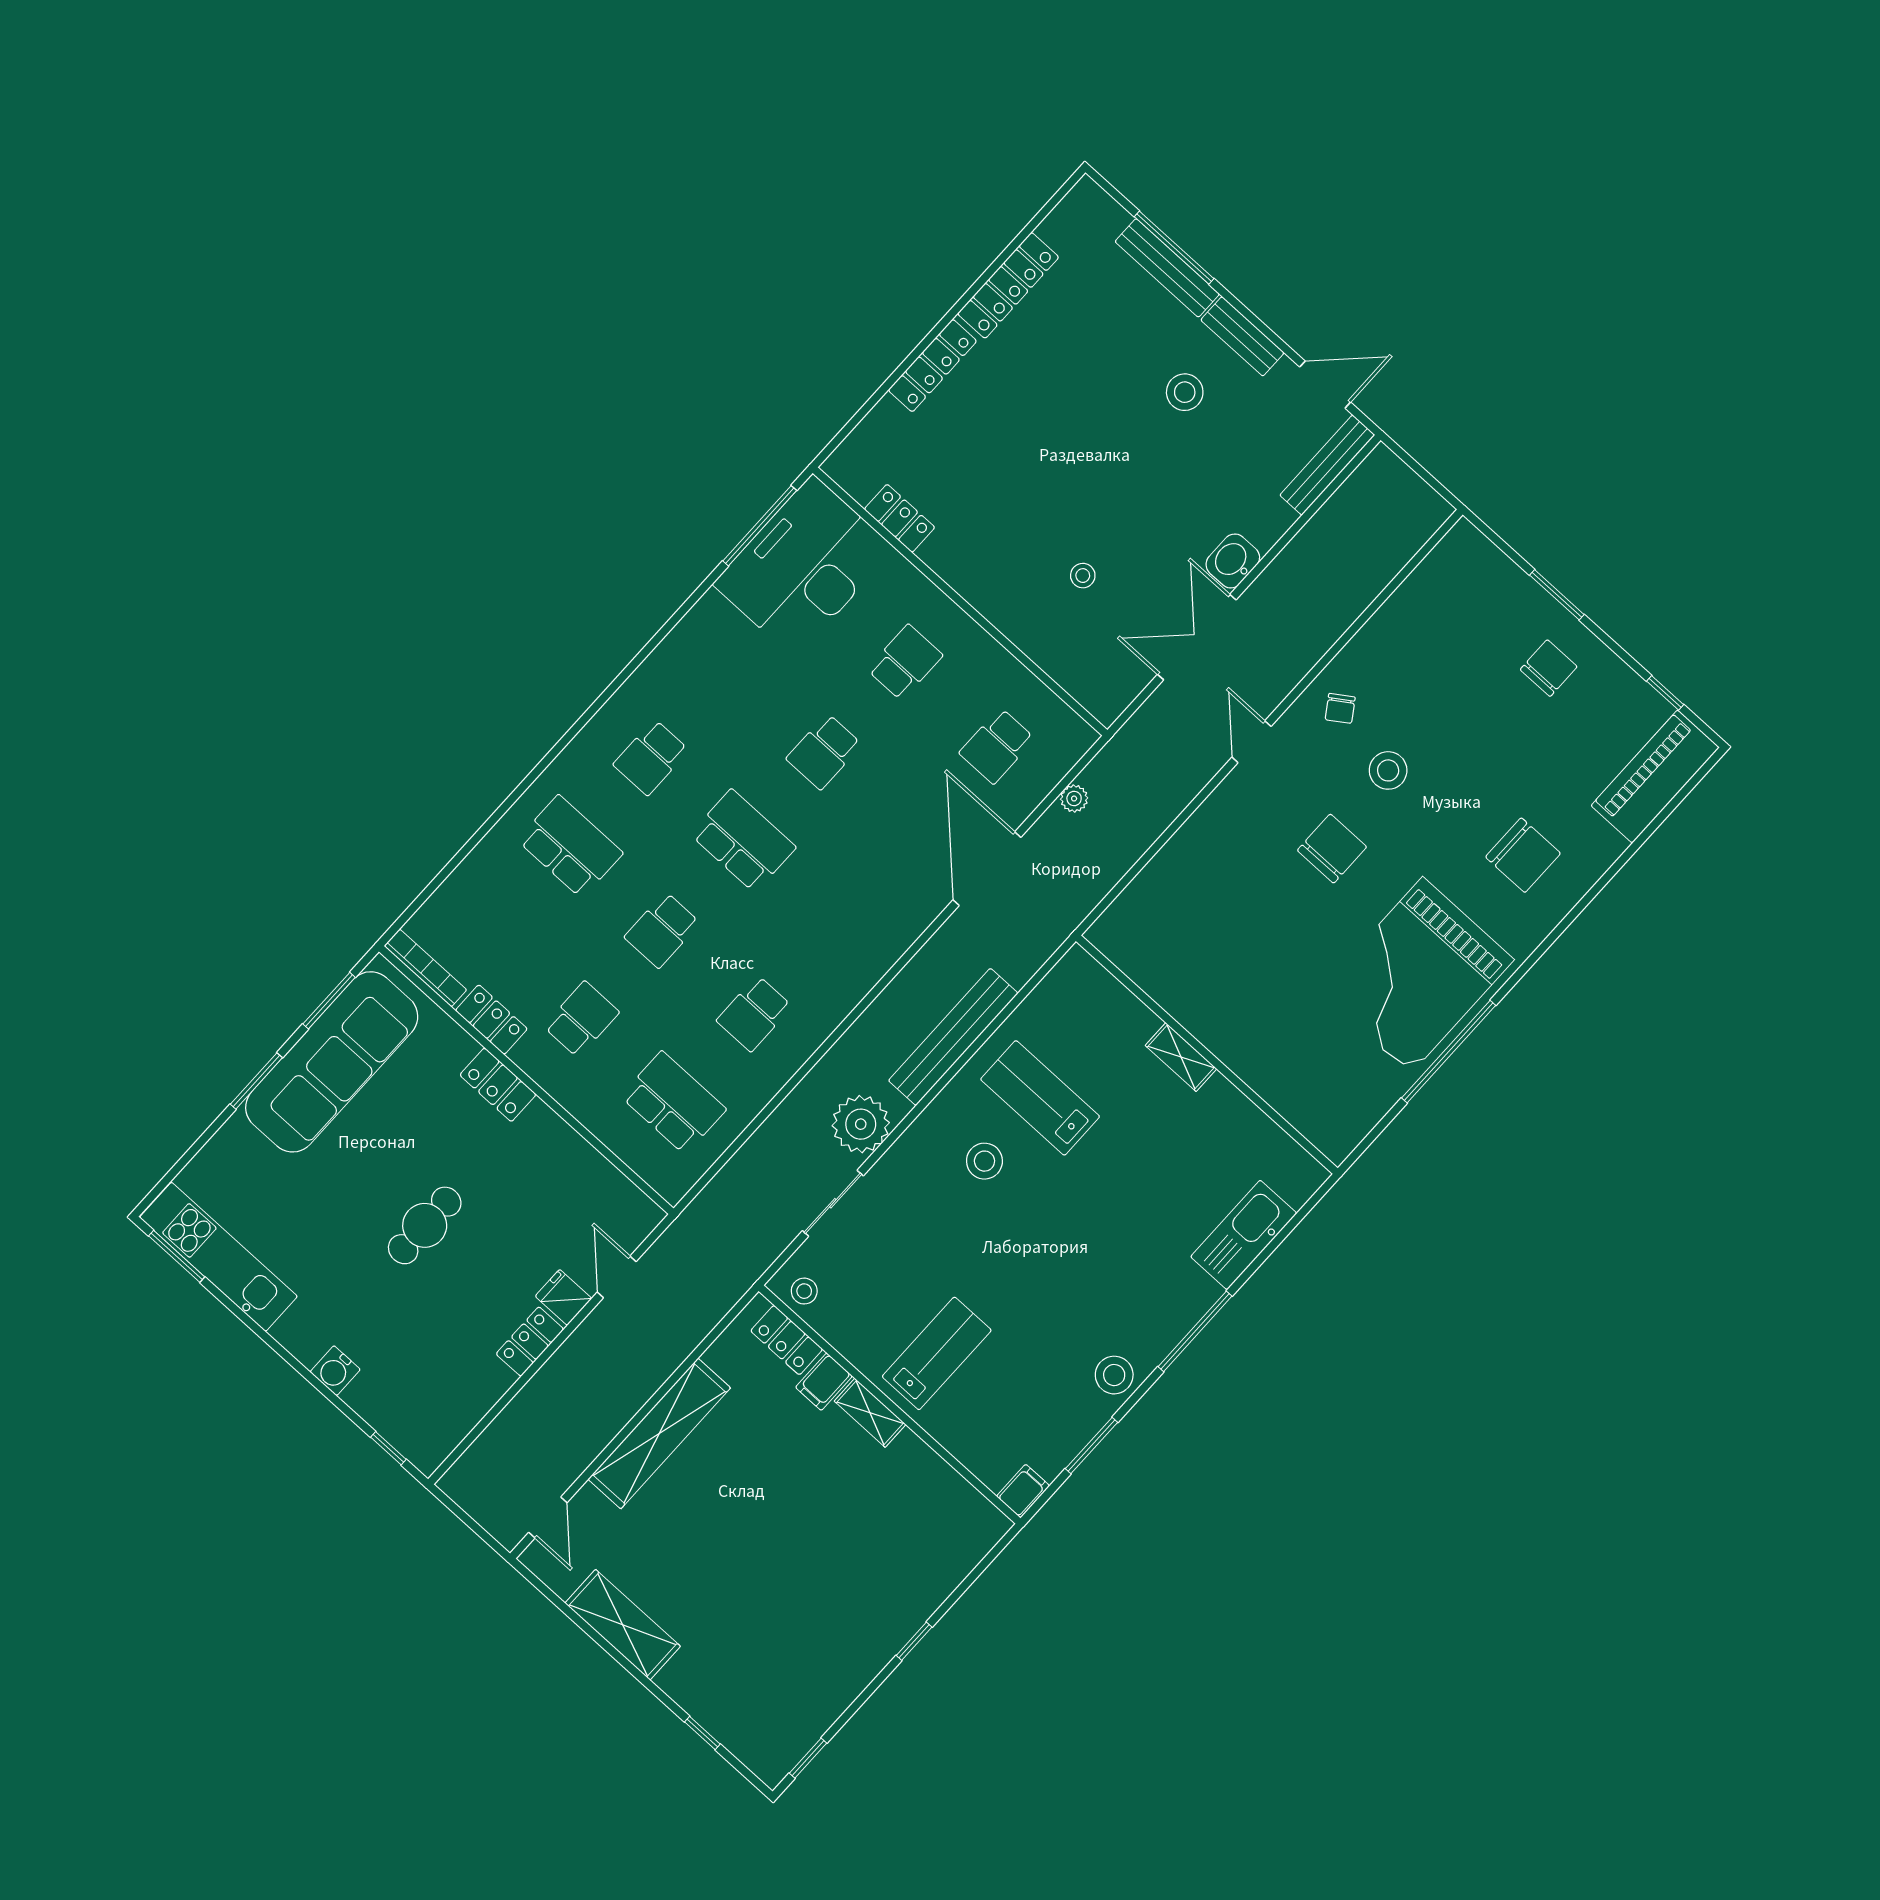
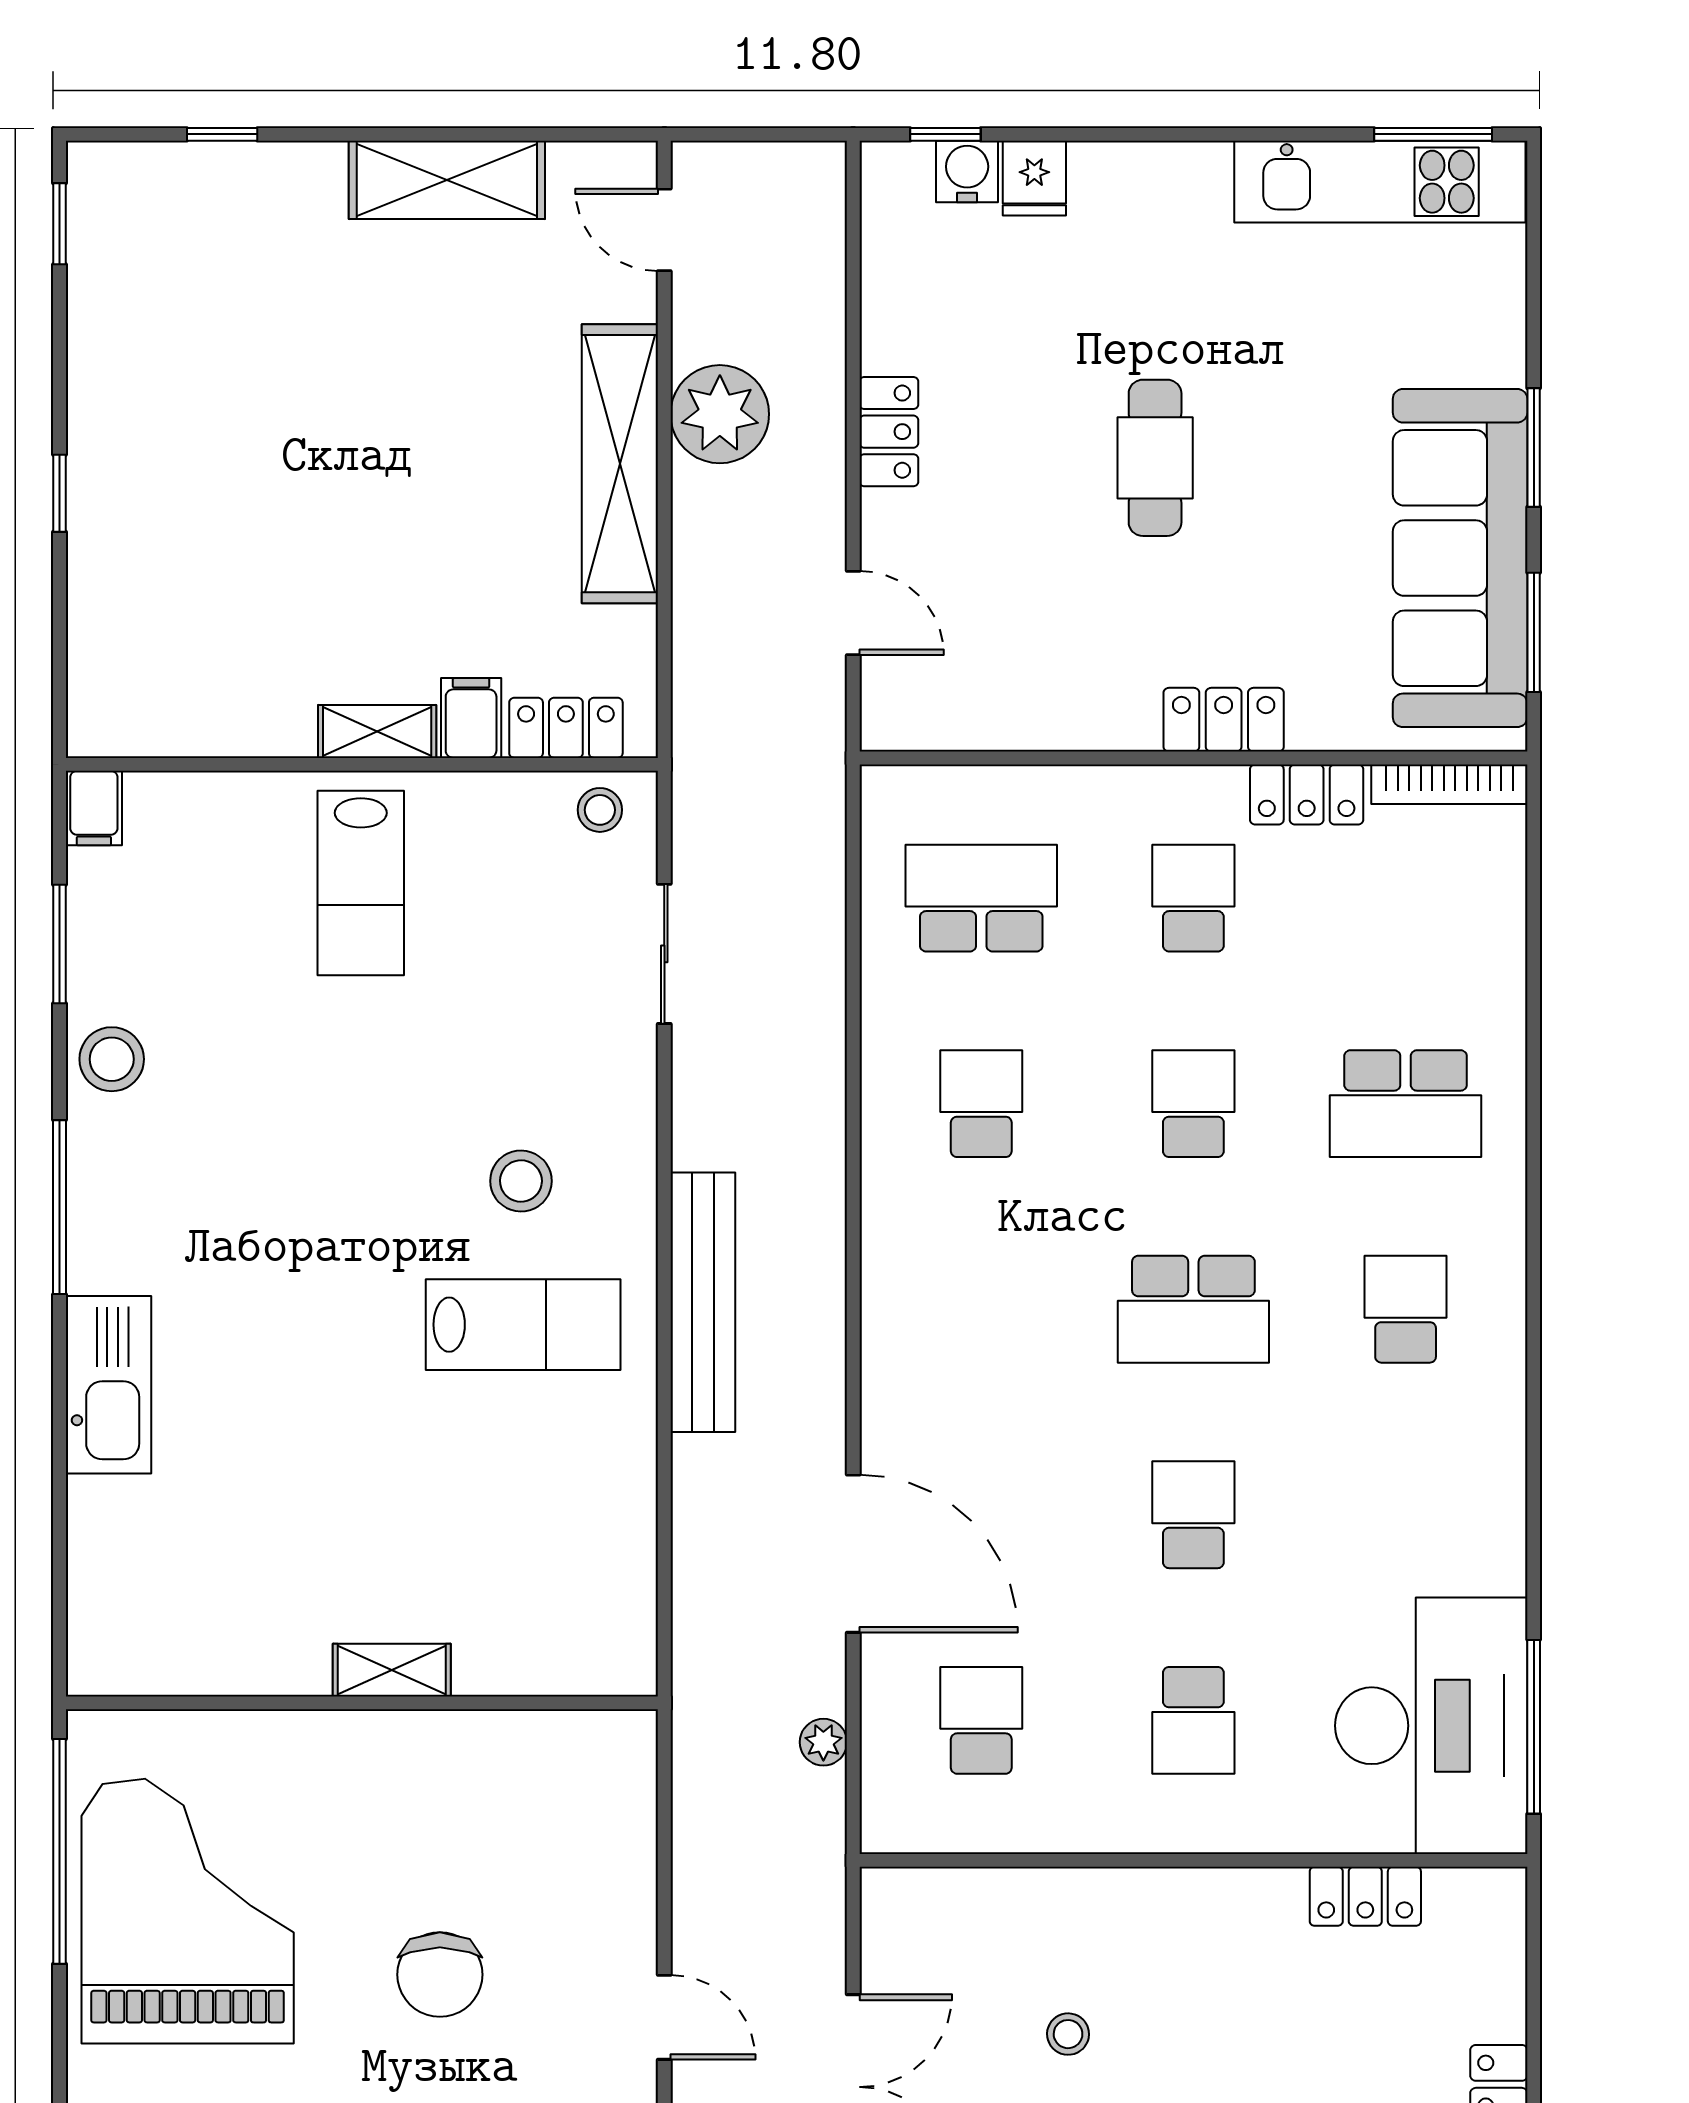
school desk: (581, 1019) -> (1193, 898), turned 180
wall: (1207, 1055) -> (362, 1703), moved
shelving: (1181, 1057) -> (392, 1670), moved
school desk: (673, 1103) -> (981, 898), turned 180
plant: (861, 1124) -> (720, 414), moved
fridge: (563, 1297) -> (1034, 178), moved, turned 90
water cooler: (335, 1371) -> (967, 172), moved

